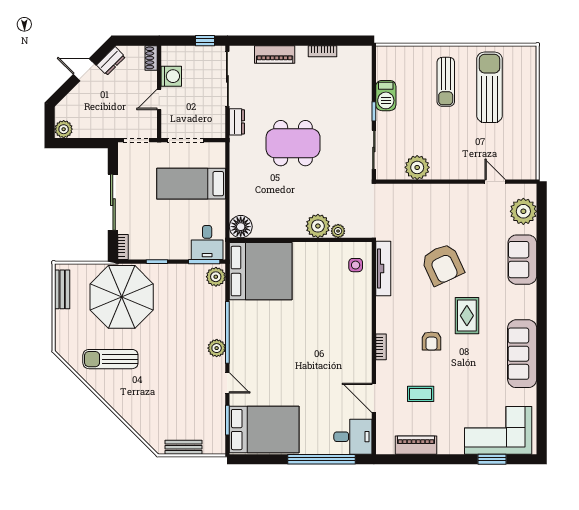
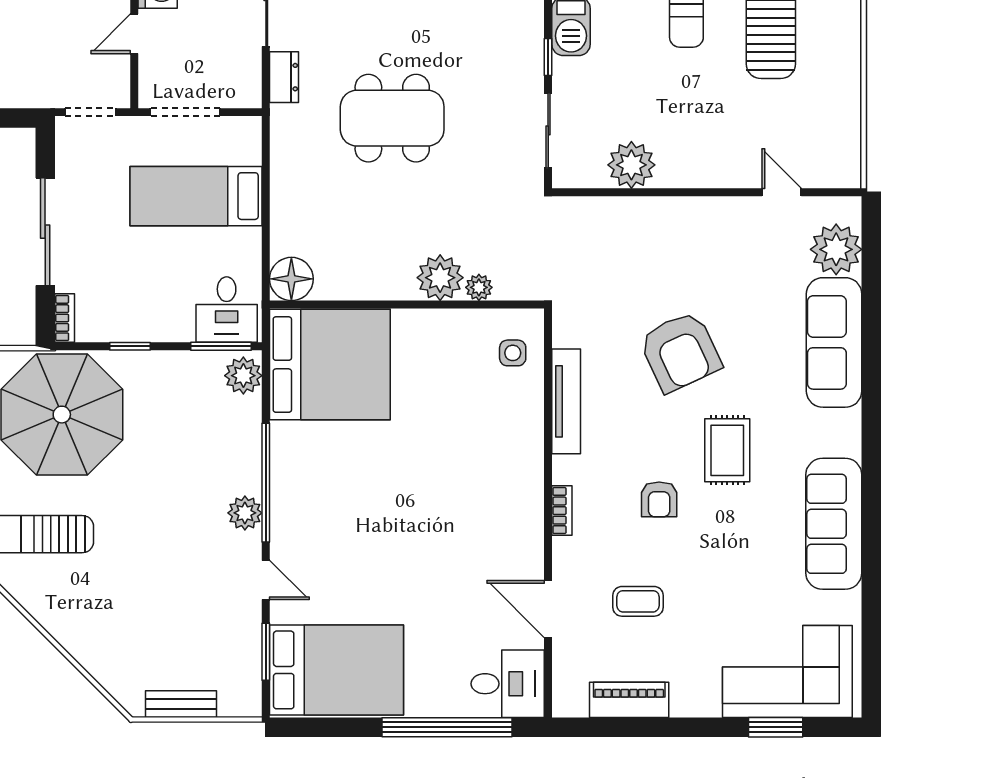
sofa: (522, 260) -> (834, 342), width x1.36
tv unit: (383, 269) -> (566, 401), moved

